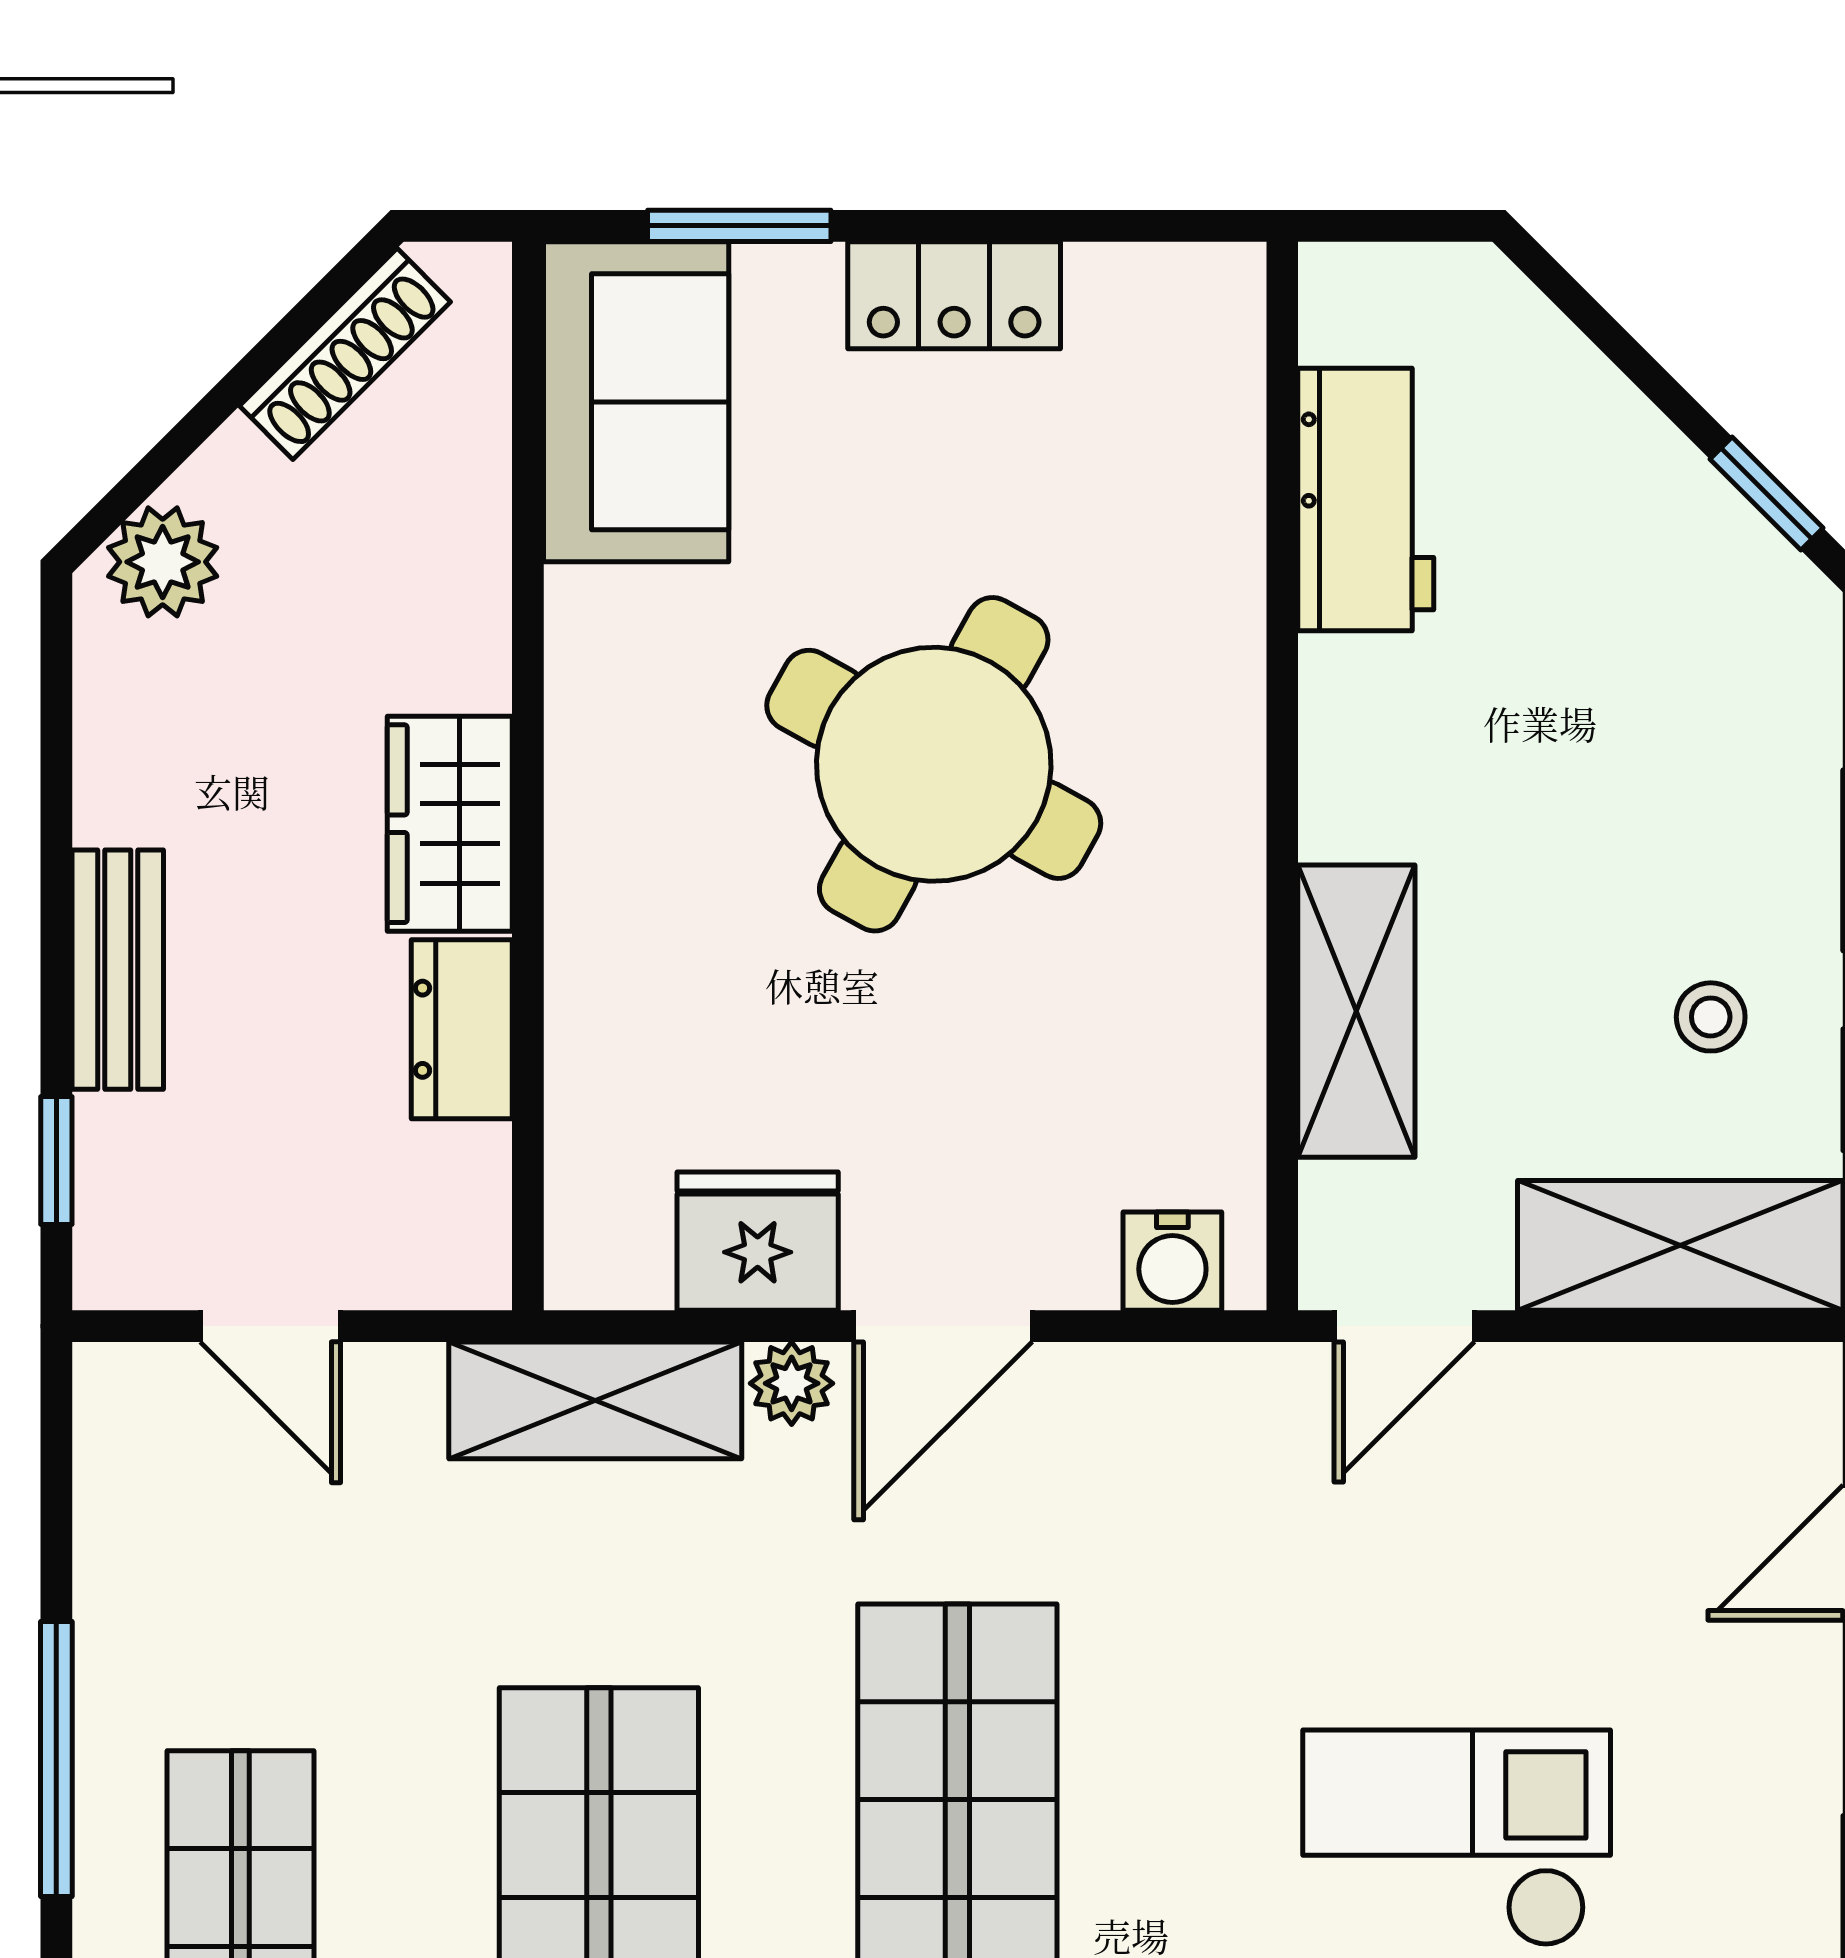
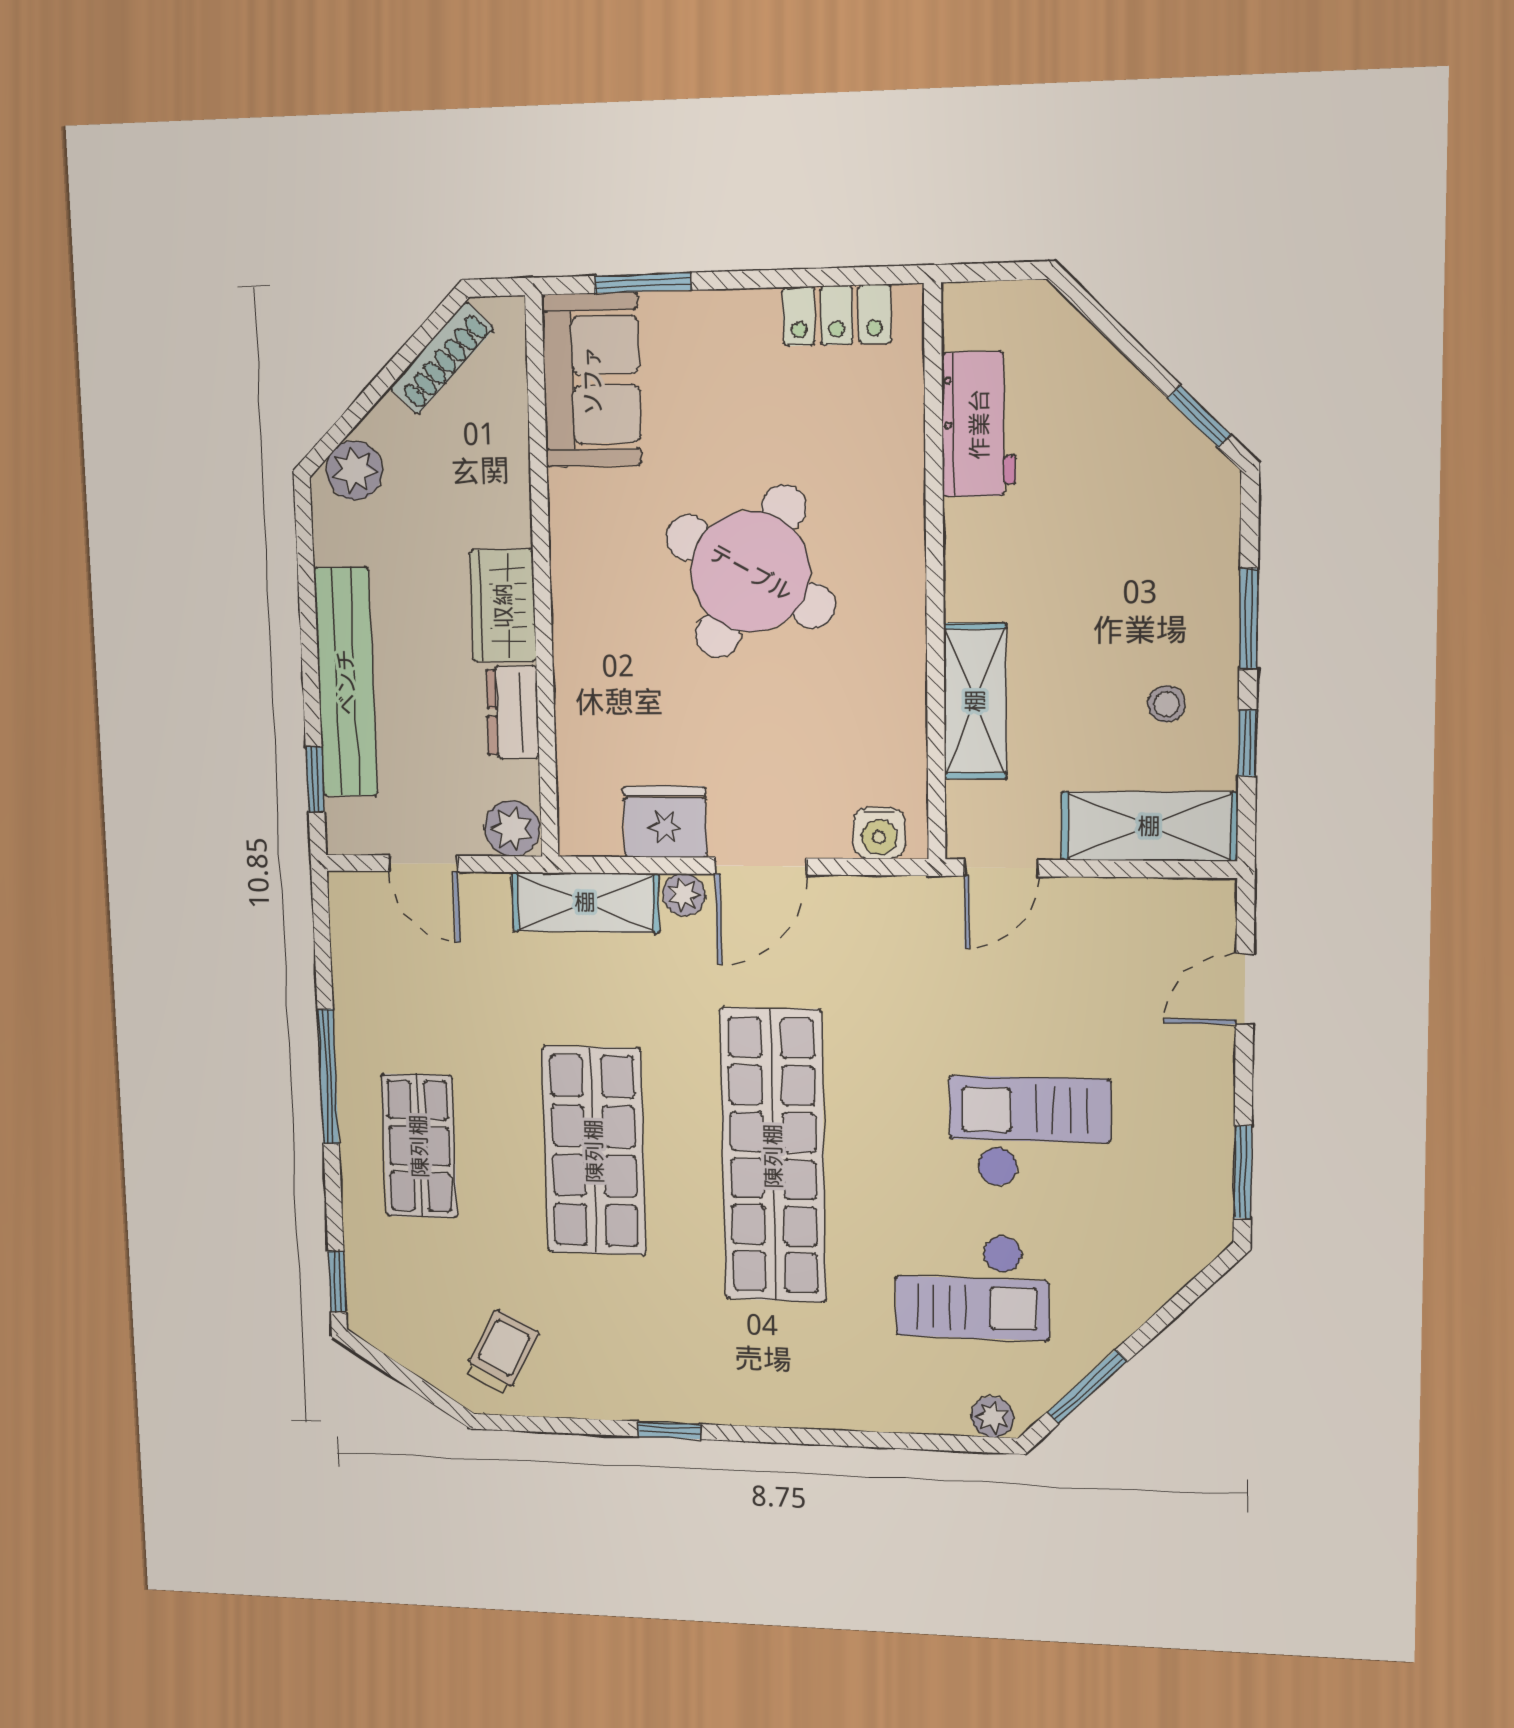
locker: (954, 295) -> (837, 315), moved
bench: (118, 970) -> (346, 682), width x1.86, depth x1.21
plant: (453, 1256) -> (512, 828), added

